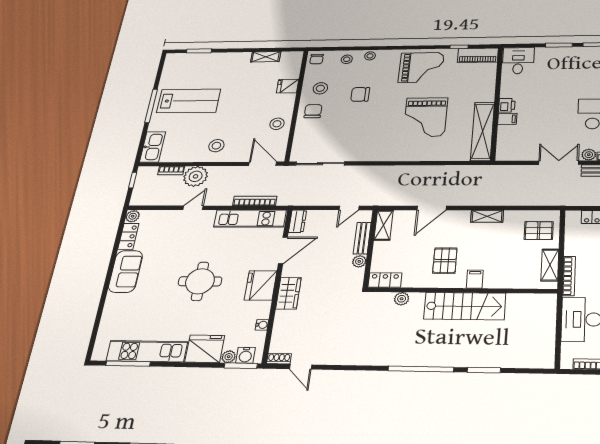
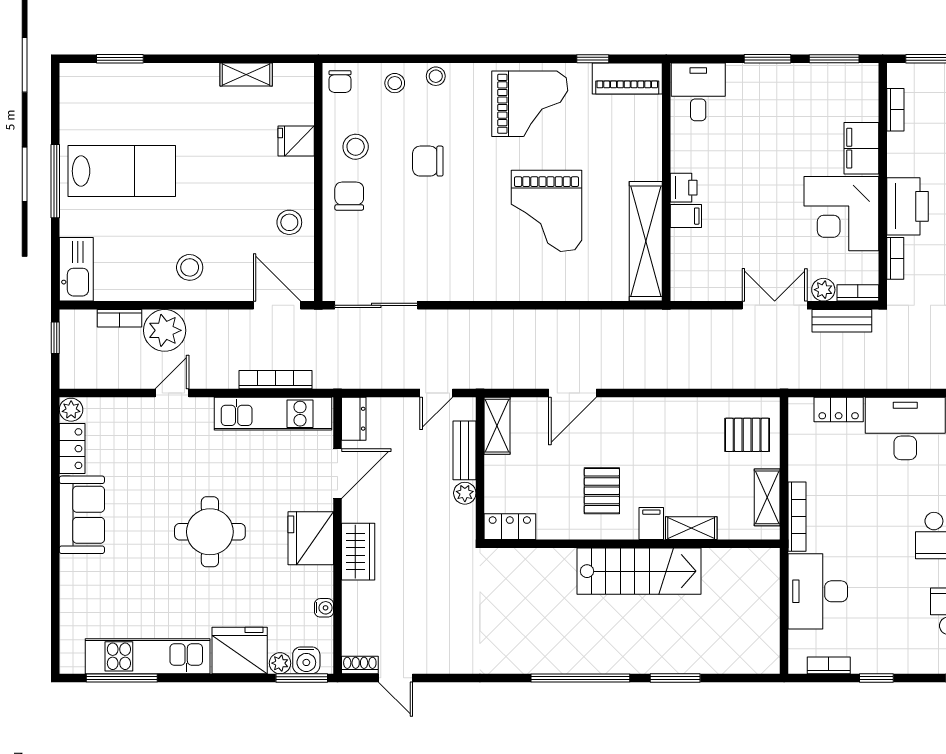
shelving: (487, 216) -> (691, 528), moved
plant: (402, 299) -> (539, 559), removed

